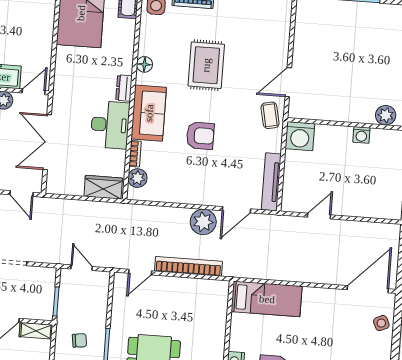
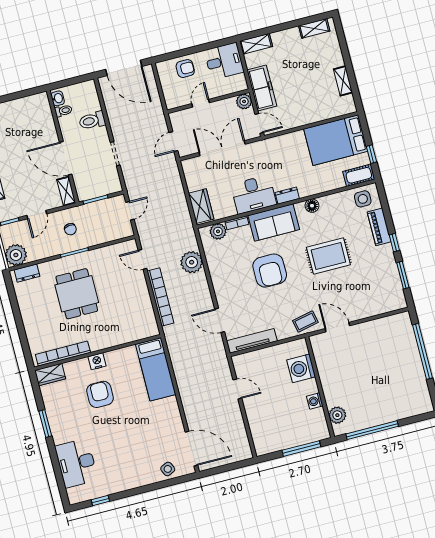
armchair: (200, 136) -> (270, 271), width x1.36, depth x1.36
washing machine: (300, 136) -> (301, 368), moved
plant: (203, 222) -> (192, 262), moved

